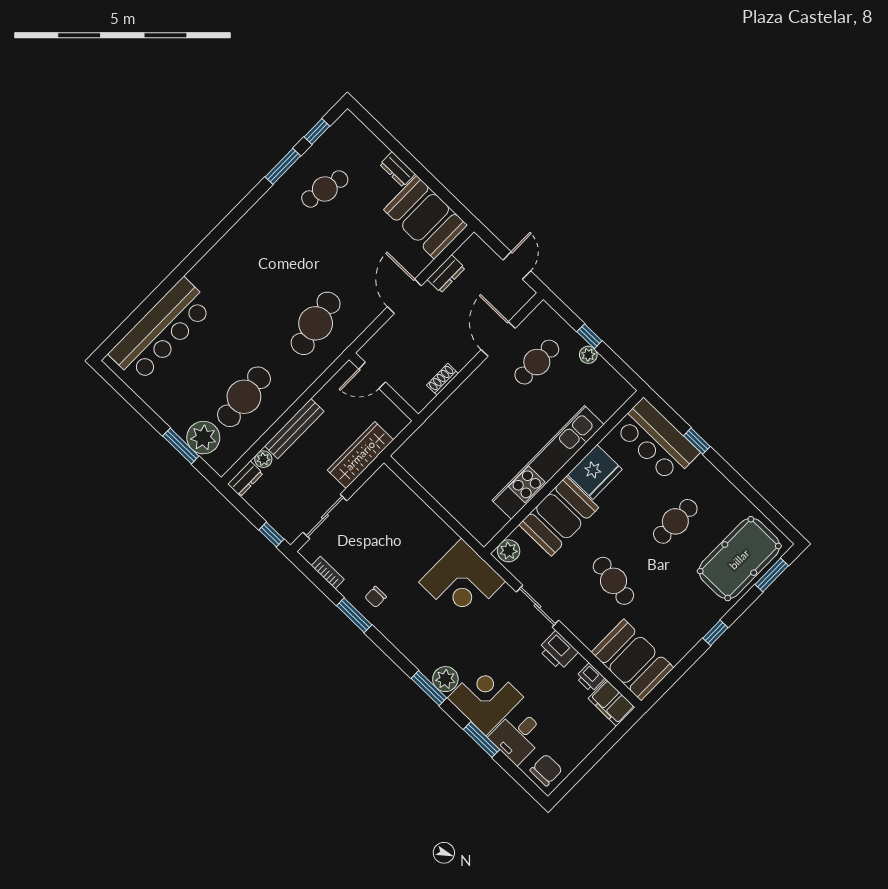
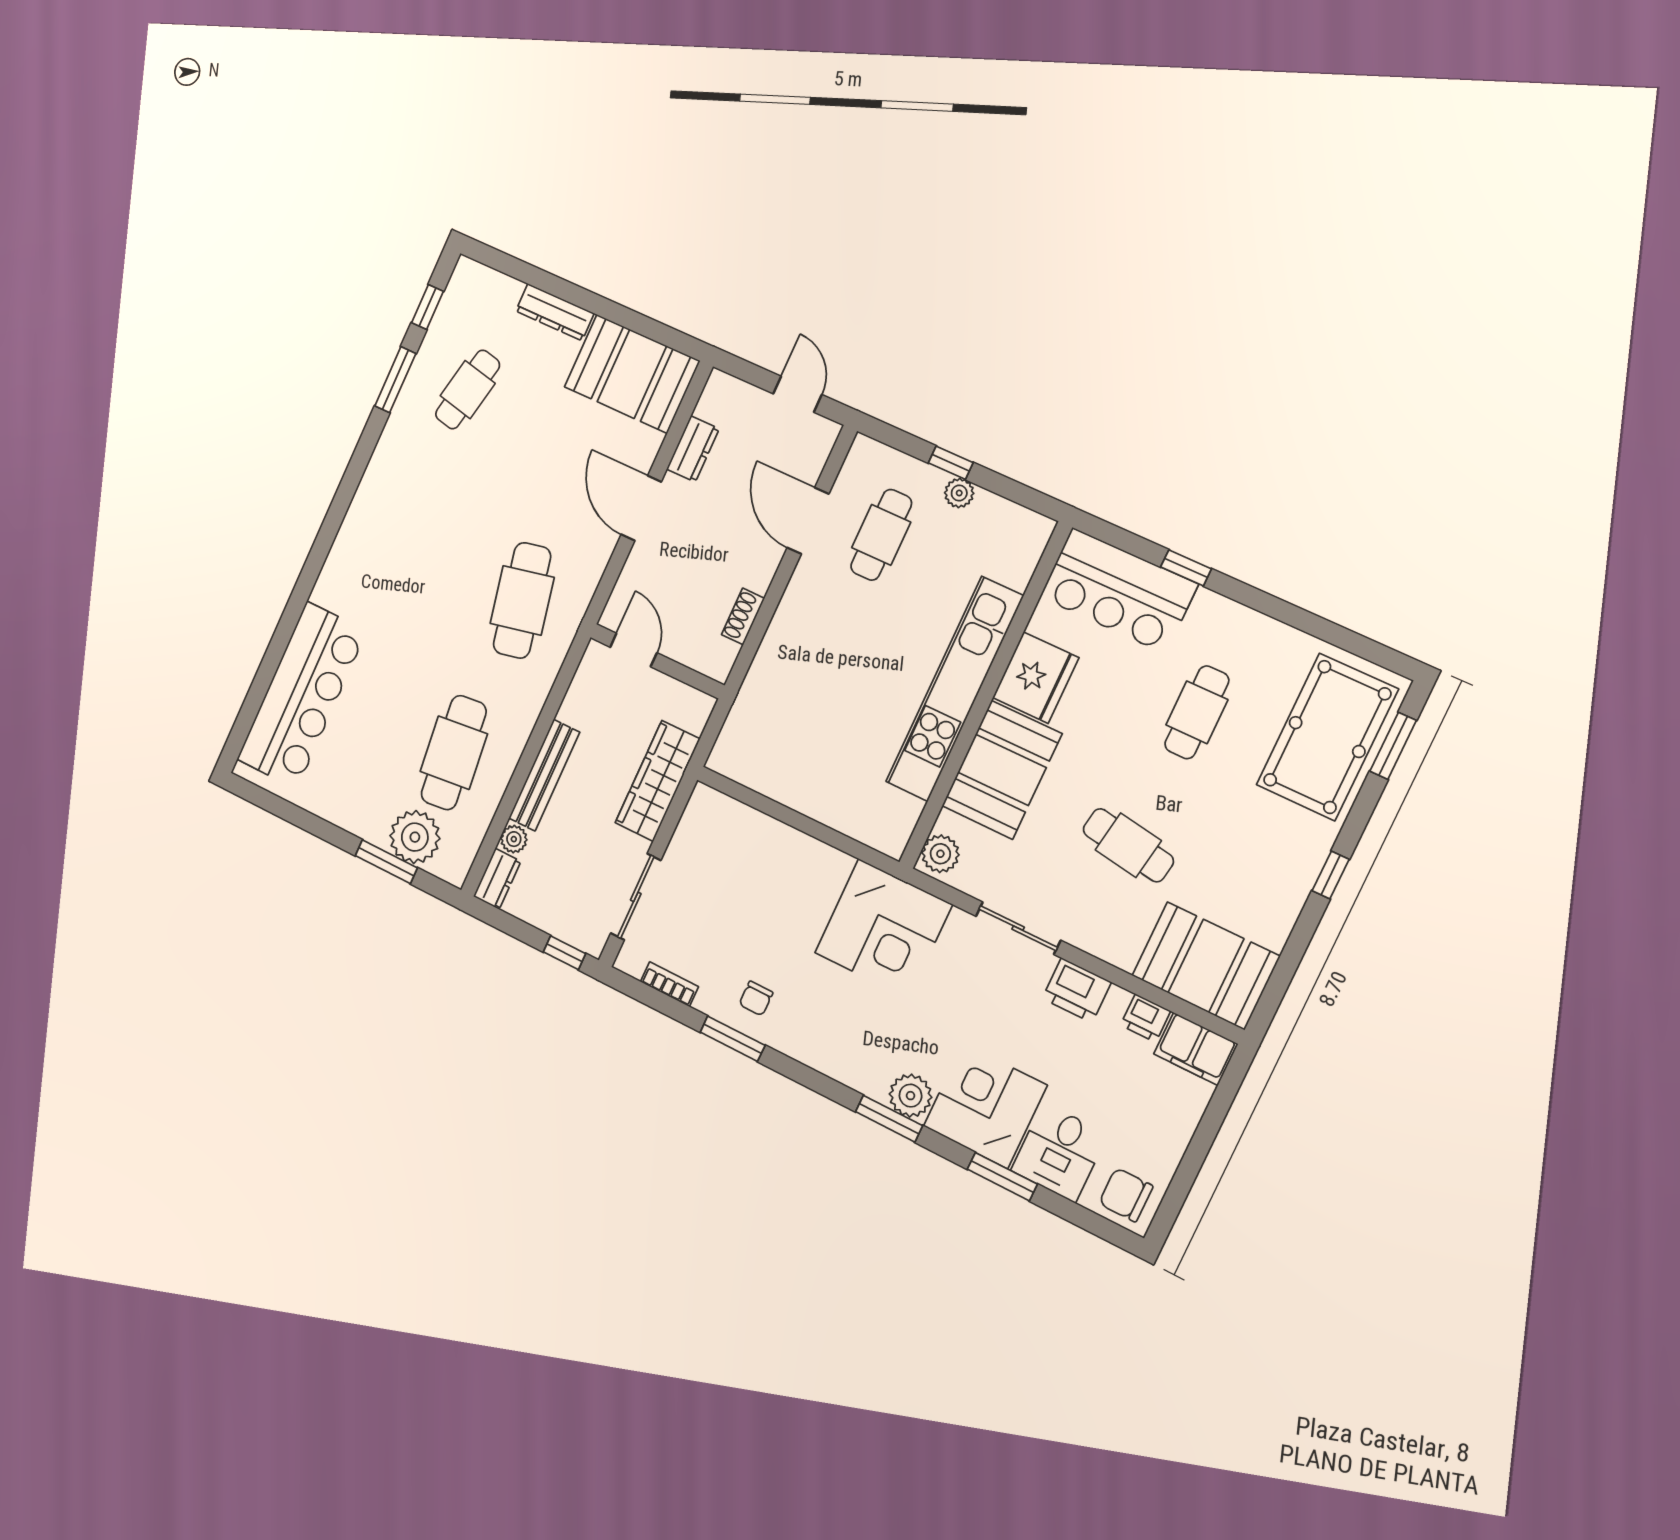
dresser: (397, 169) -> (555, 312), width x1.44
door: (372, 375) -> (634, 650), swing flipped
chair: (546, 770) -> (1126, 1195), turned -90

